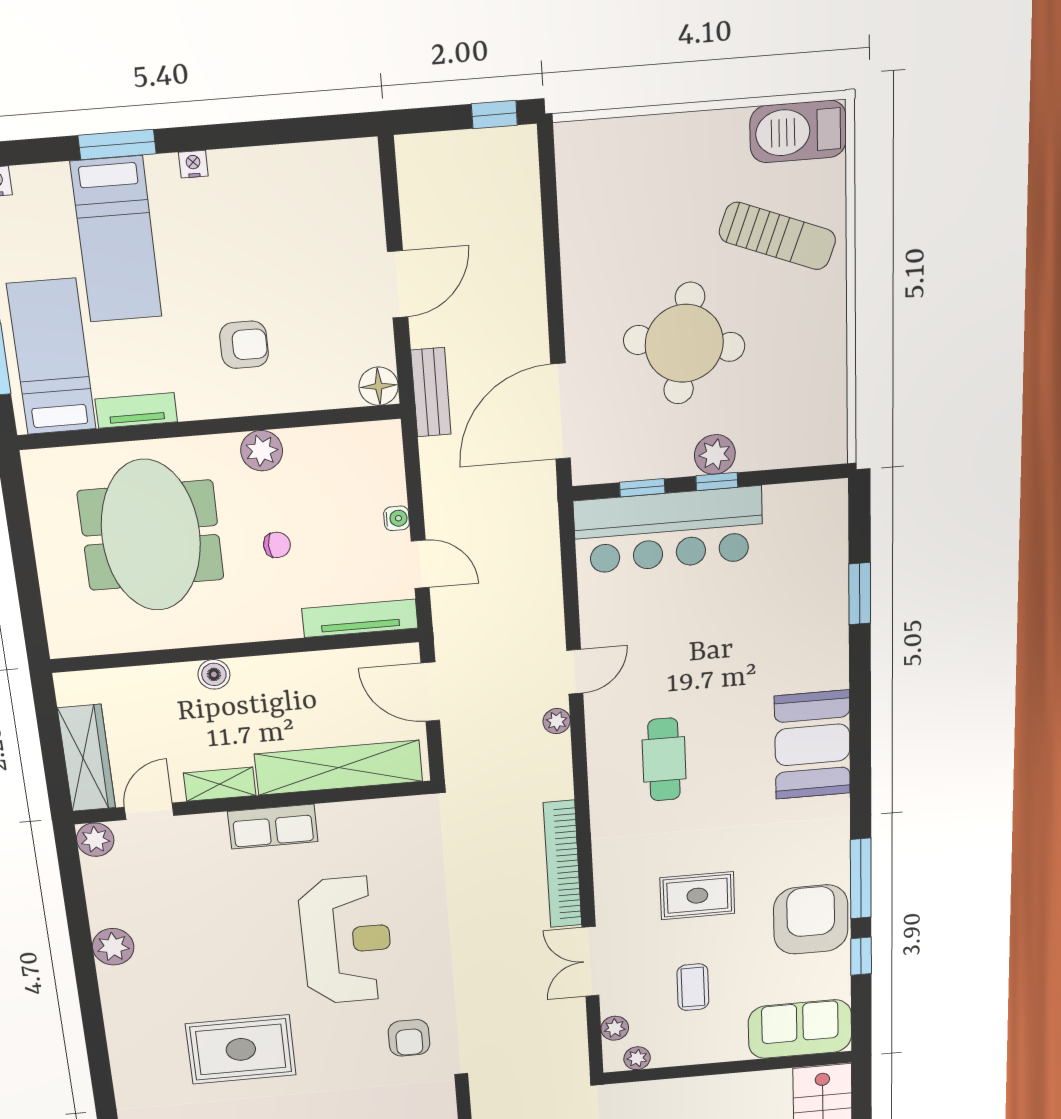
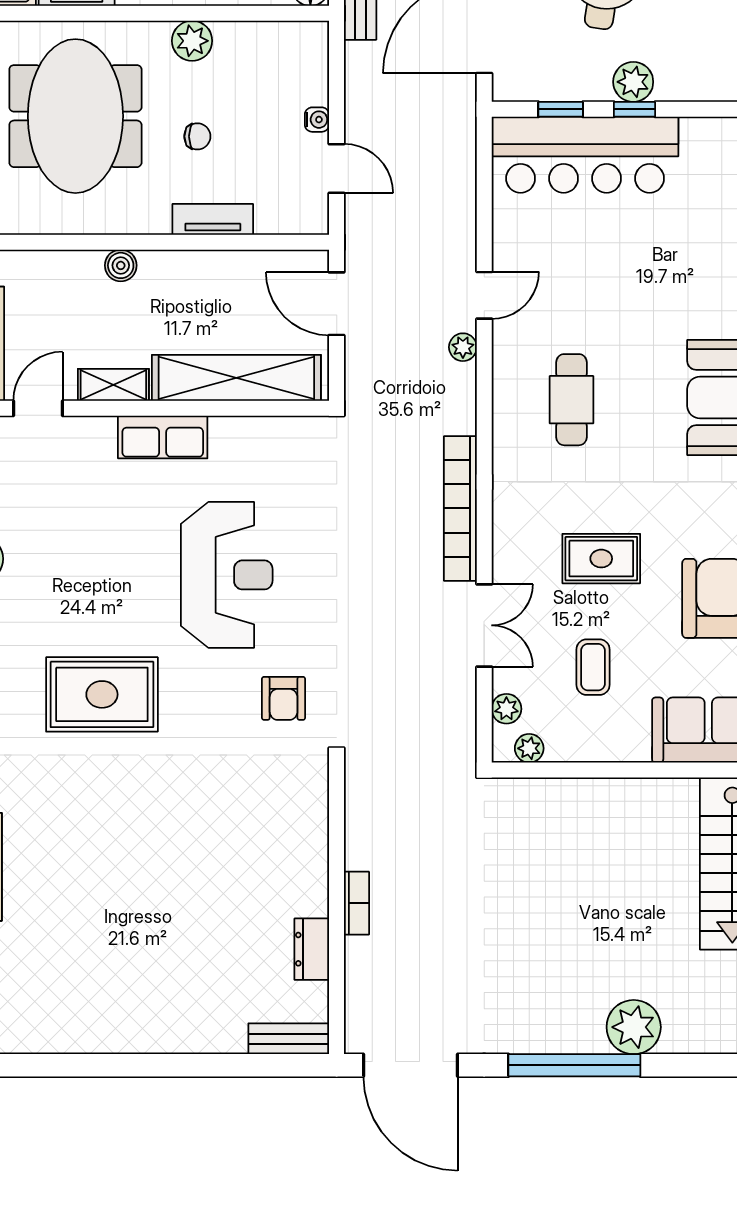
tv unit: (360, 618) -> (213, 219), moved, width x0.71
double door: (591, 962) -> (484, 625), swing flipped

